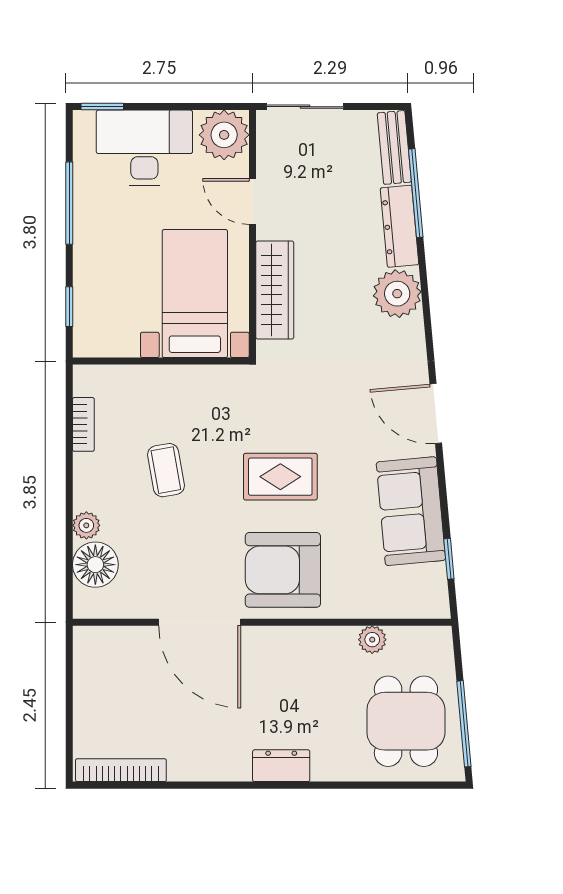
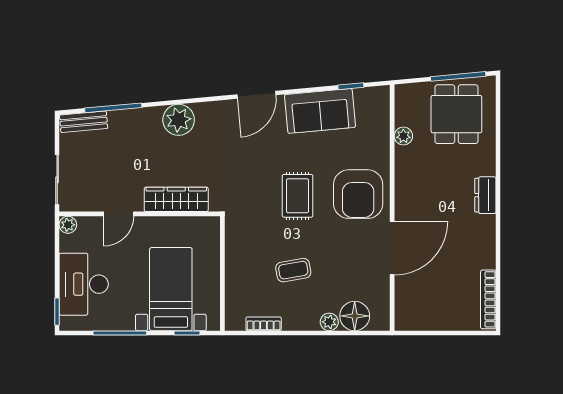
plant: (224, 135) -> (68, 225), width x0.53, depth x0.53
dresser: (400, 226) -> (135, 118), removed
bed with nightstands: (195, 294) -> (171, 289), moved, turned 90
dining table: (406, 721) -> (456, 114), turned 90

